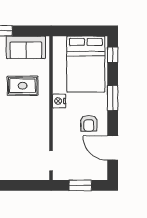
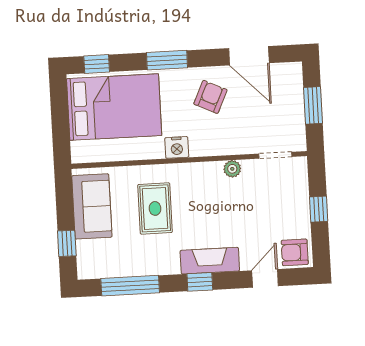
armchair: (89, 123) -> (210, 97), turned -65
plant: (44, 134) -> (232, 169), added
door: (113, 148) -> (249, 56), hinge flipped
window: (17, 185) -> (319, 209), added

